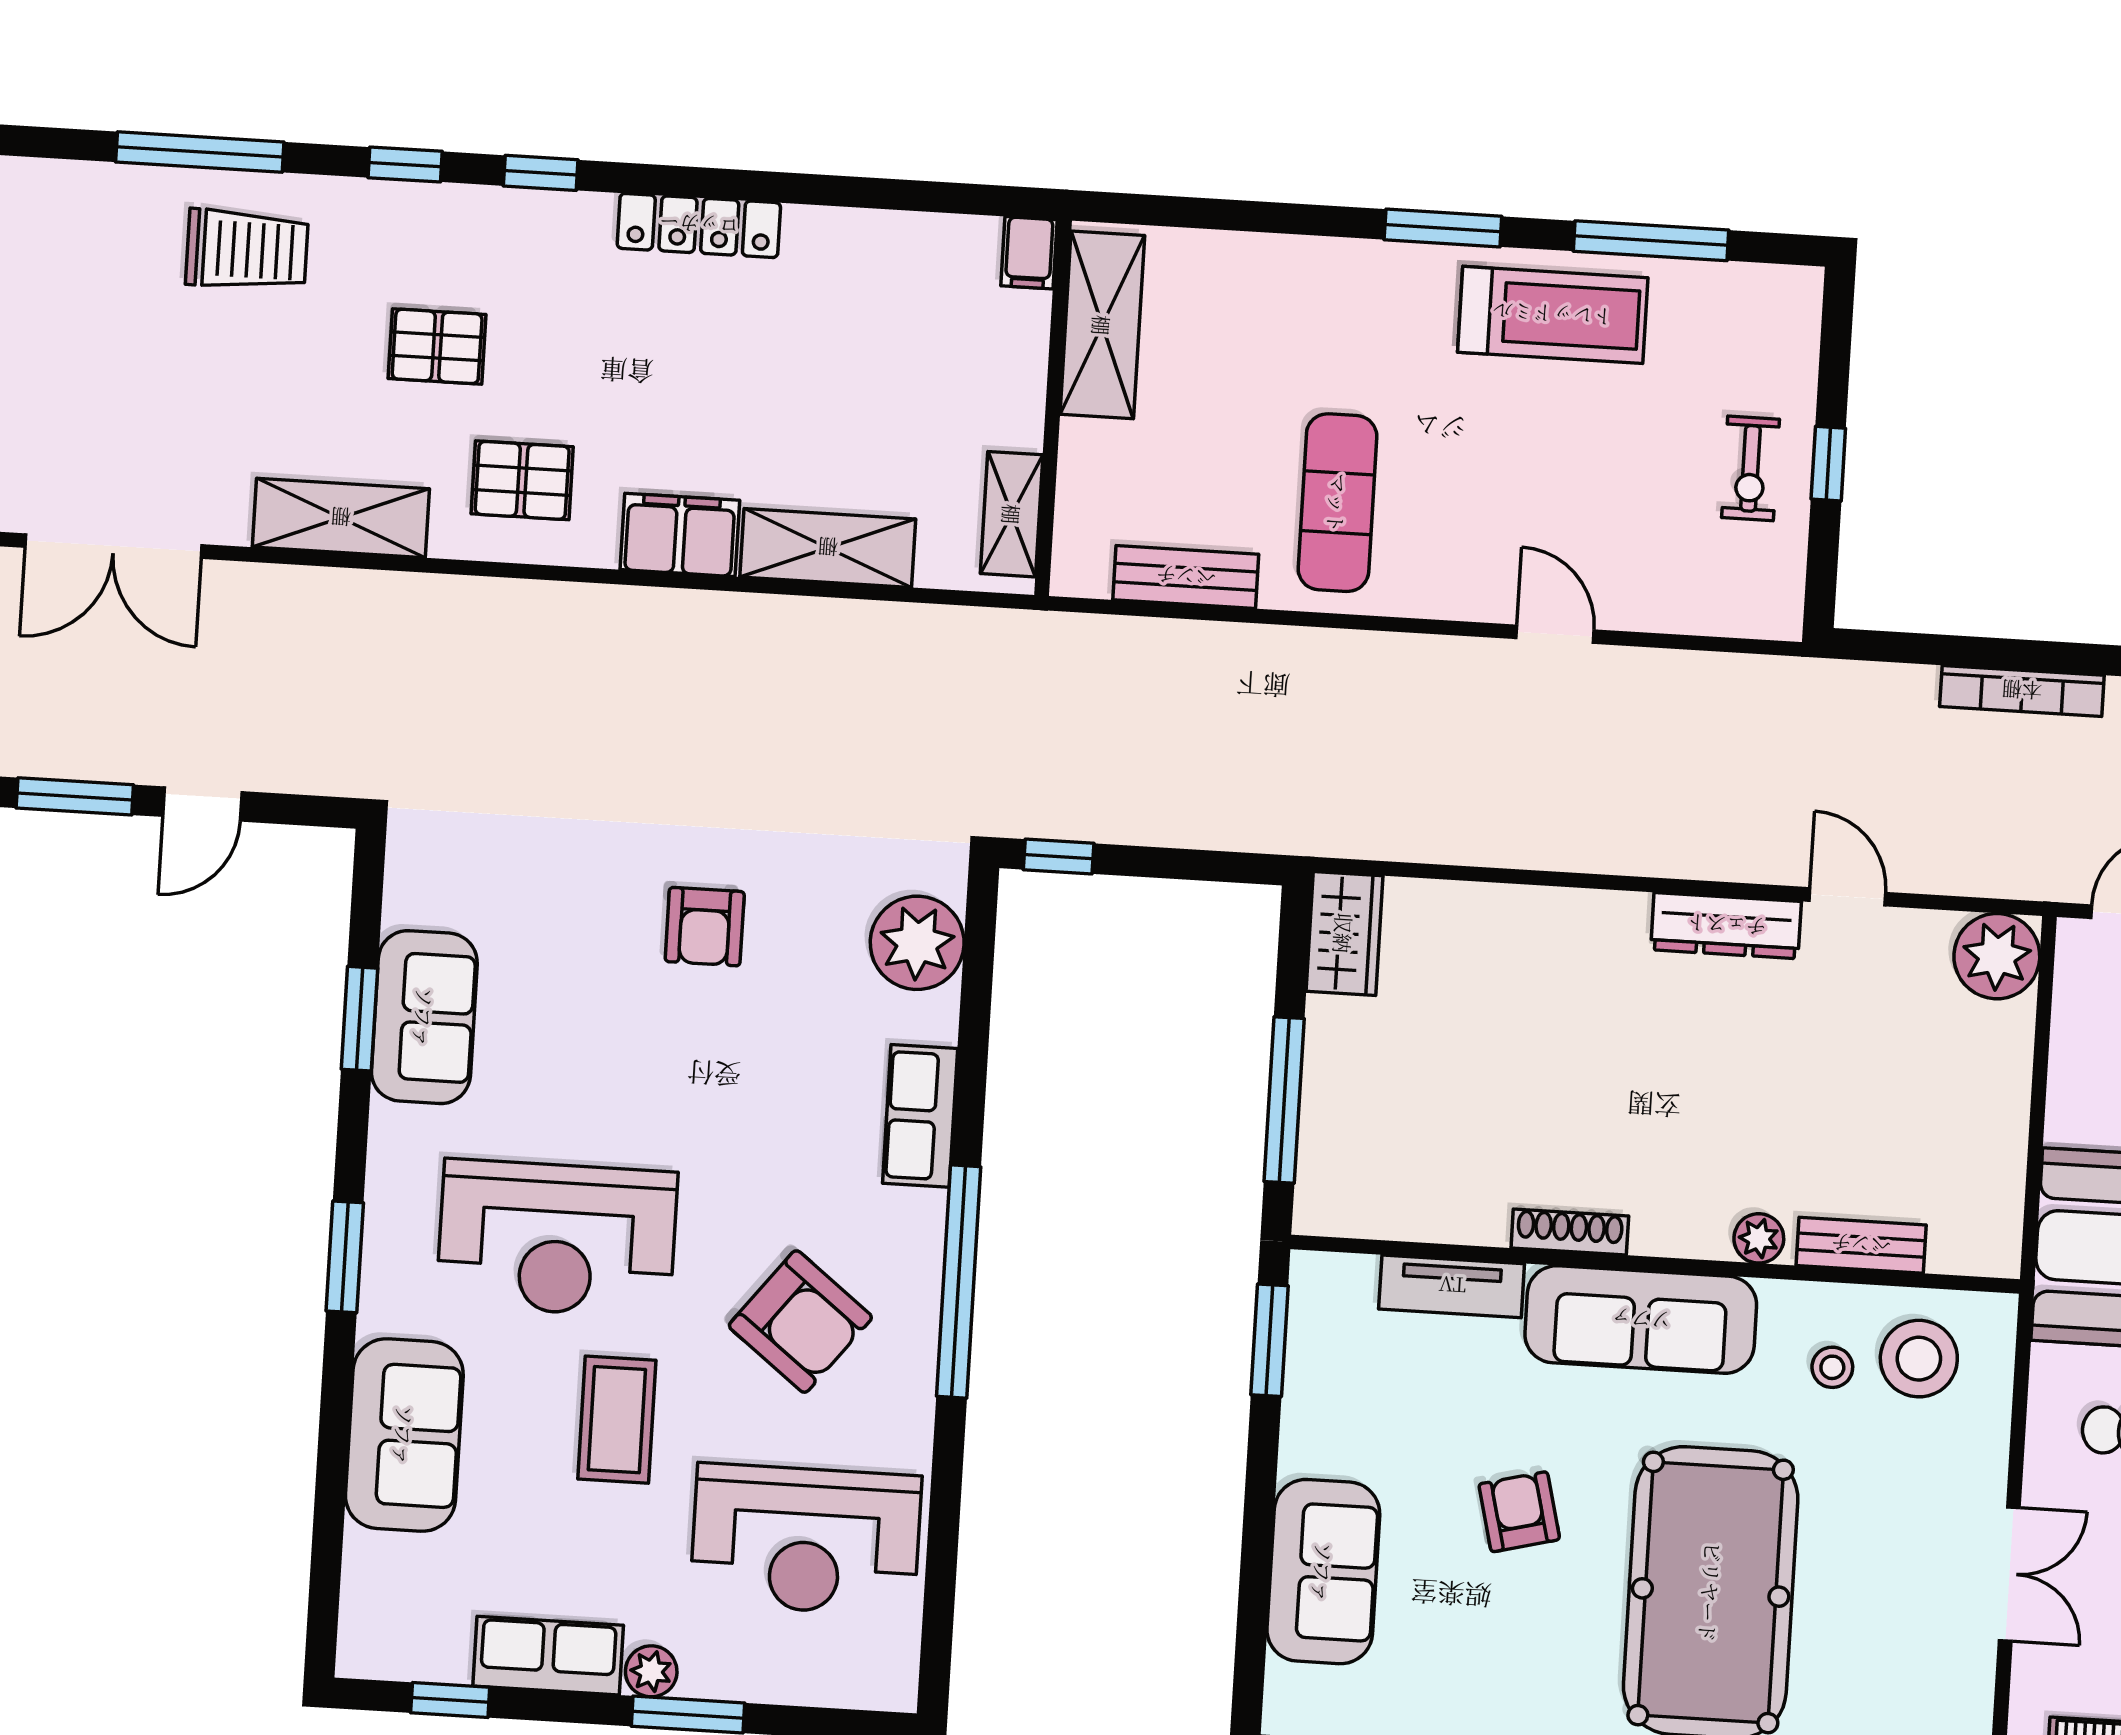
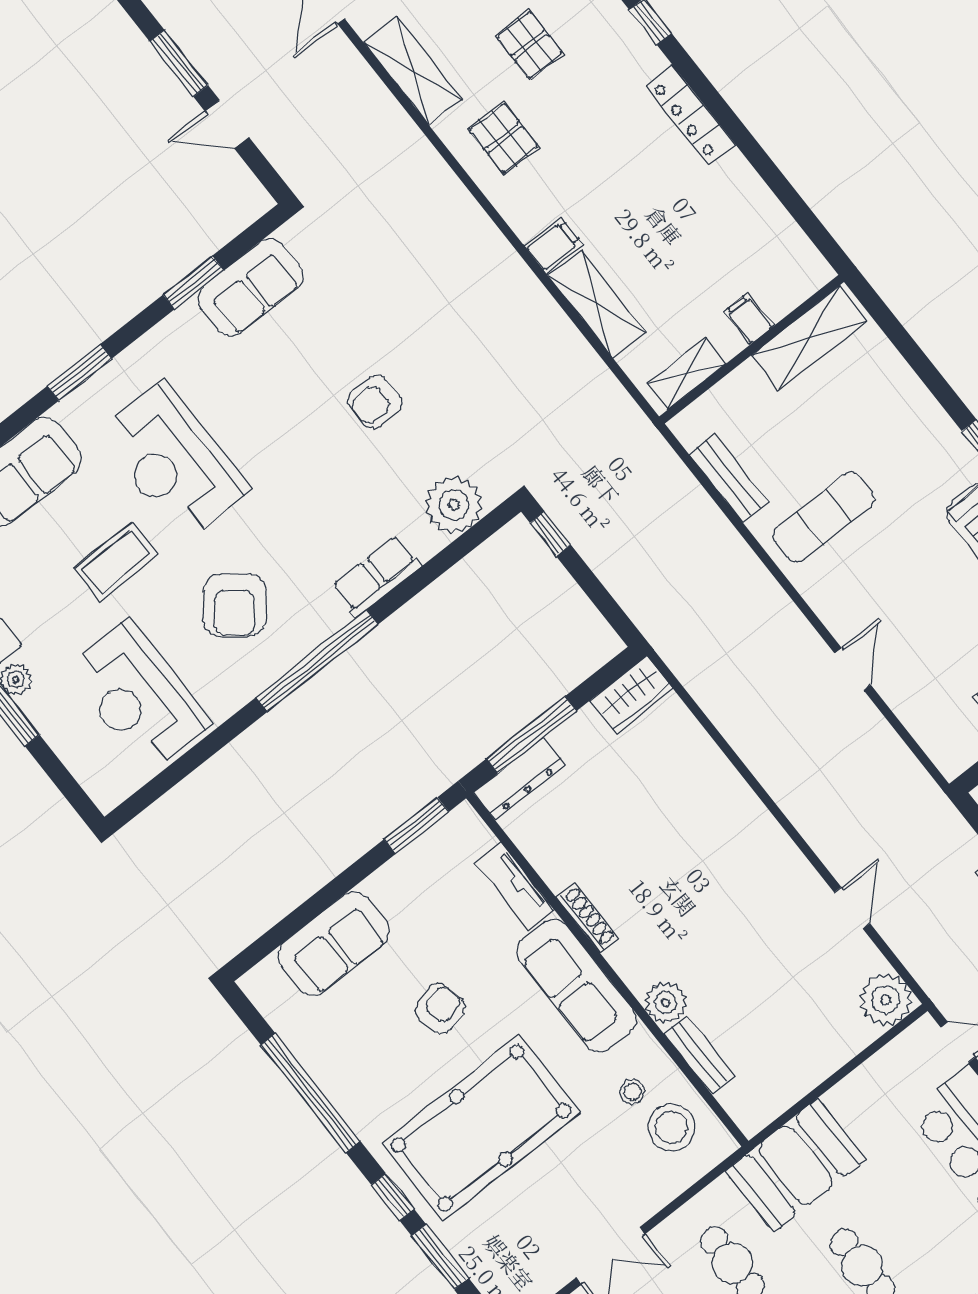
filing cabinet: (1029, 253) -> (749, 319), moved, turned 90
filing cabinet: (680, 535) -> (553, 245), width x0.50
dresser: (1726, 926) -> (519, 779), moved, turned -90
sofa: (424, 1017) -> (251, 287), moved
plant: (1759, 1238) -> (666, 1003), width x1.38, depth x1.38

